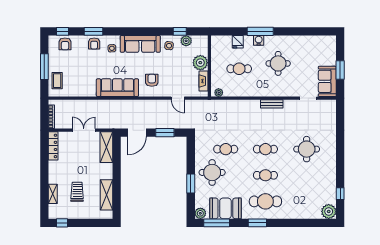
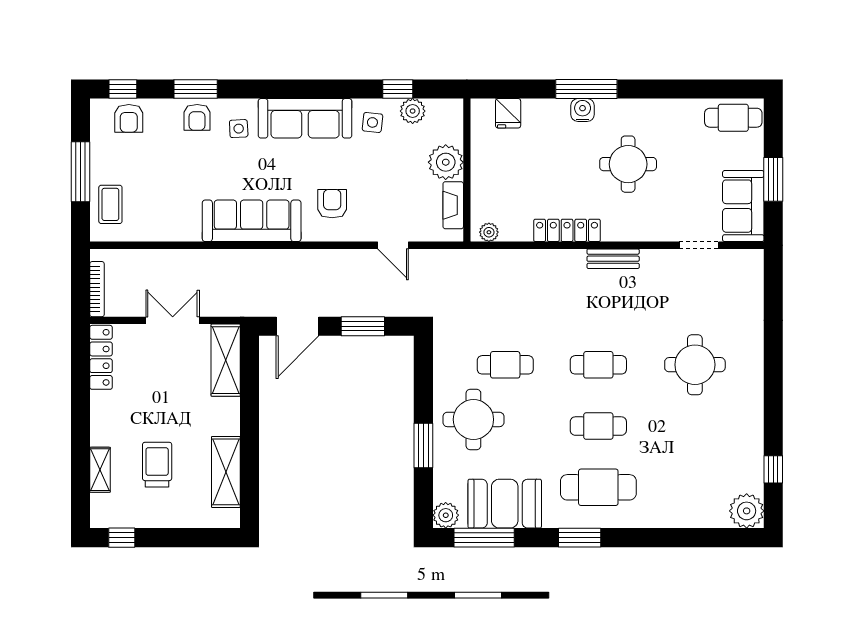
fridge: (238, 42) -> (508, 113), moved
cafe table: (239, 69) -> (733, 118), moved
locker: (252, 92) -> (567, 230), added

